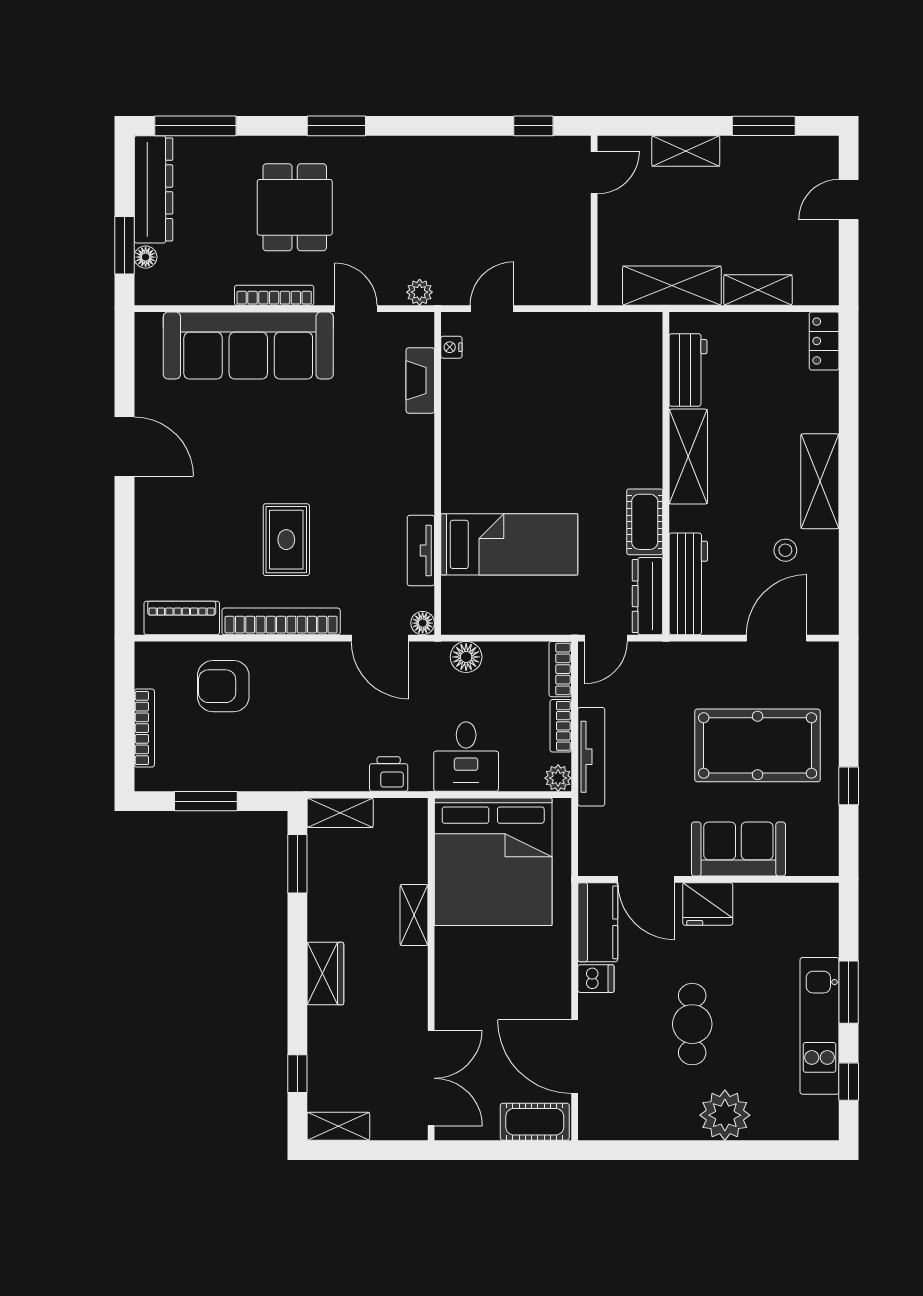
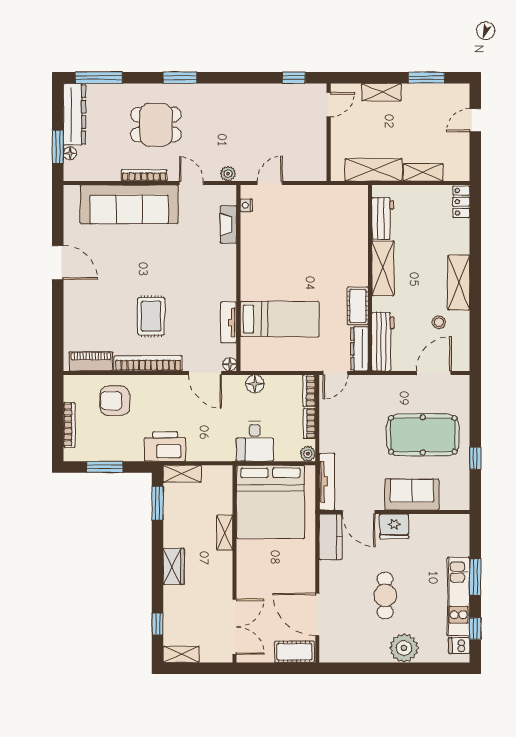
dining table: (295, 207) -> (156, 125), turned 90
tv unit: (591, 757) -> (327, 482), moved
printer: (389, 774) -> (165, 447), moved, width x1.87, depth x1.48
dishwasher: (596, 979) -> (459, 646), moved, turned 180

